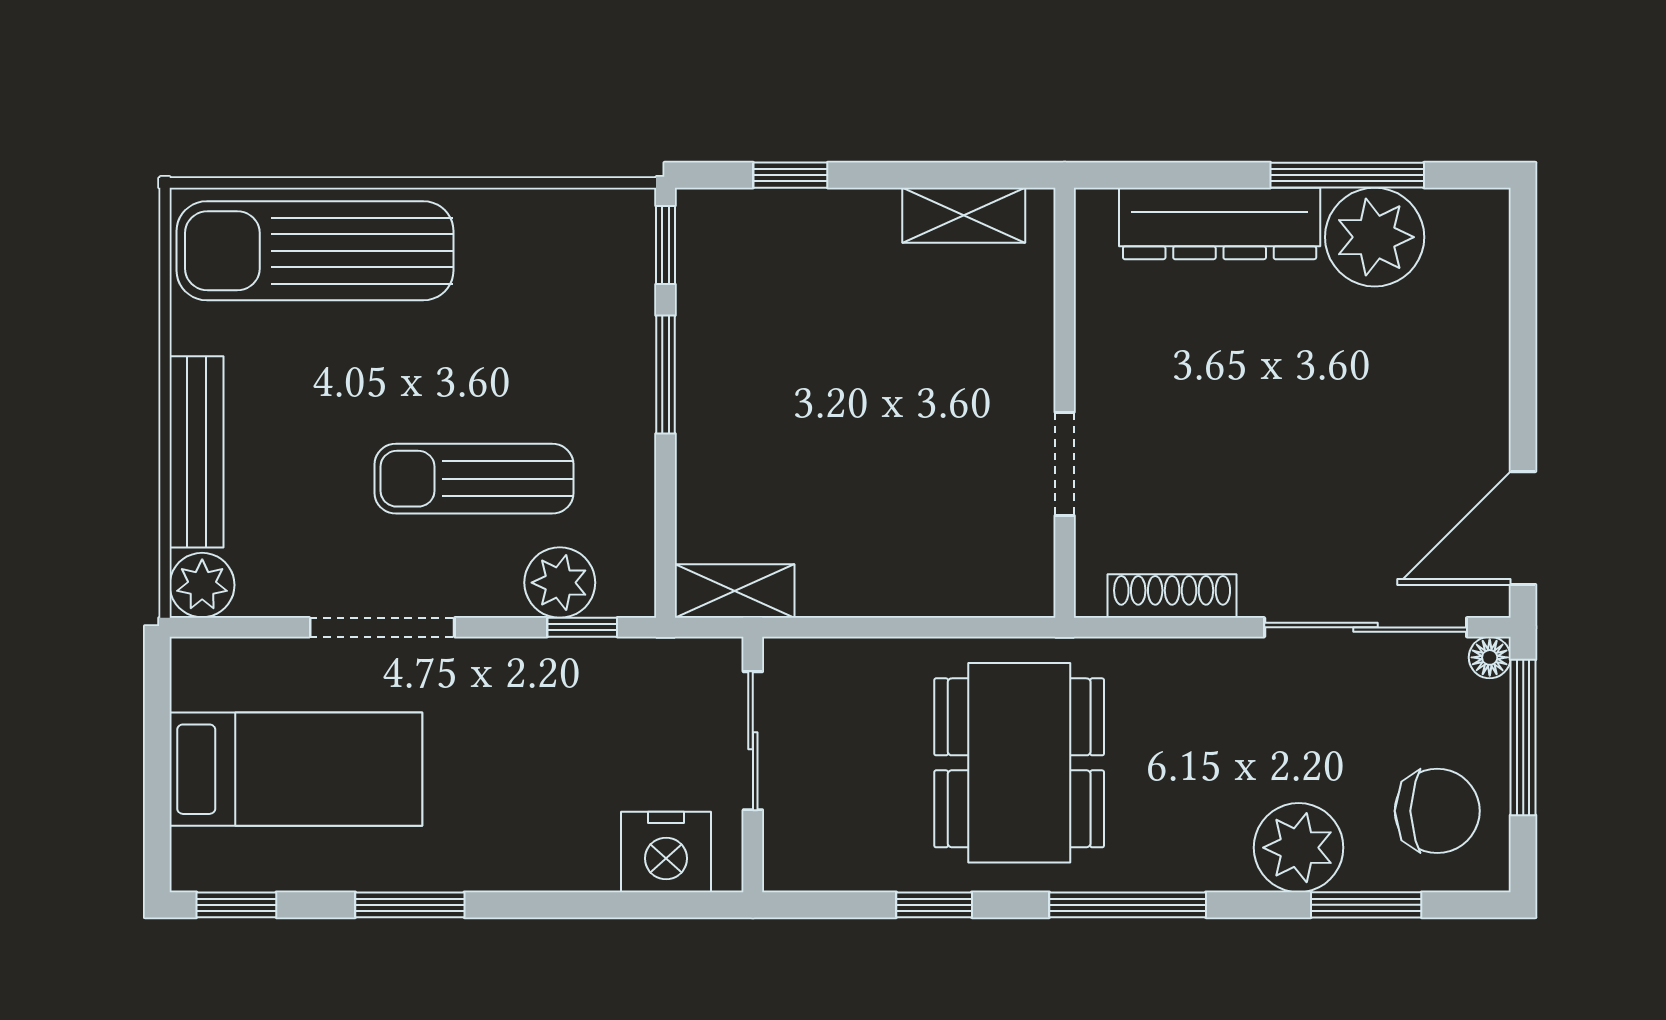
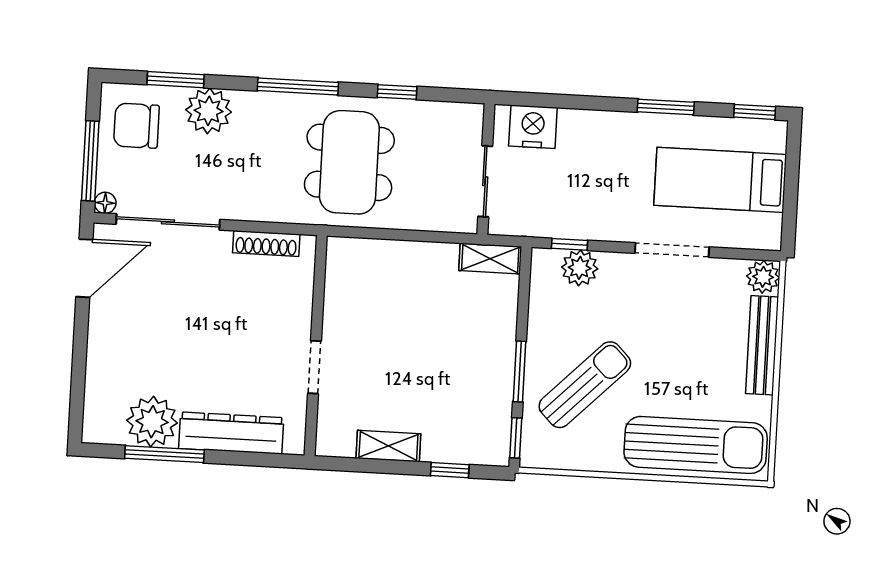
shelving: (964, 215) -> (388, 446), moved
doorway: (1065, 464) -> (315, 367), moved
sun lounger: (474, 479) -> (585, 385), moved, turned -45

